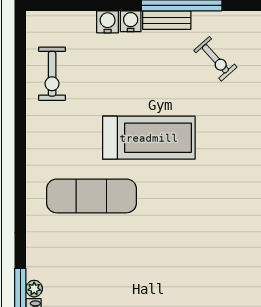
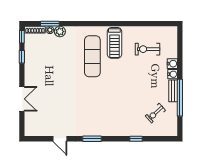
exercise bike: (52, 74) -> (148, 49), moved
treadmill: (149, 138) -> (114, 43), moved, width x0.73, depth x0.73
plant: (38, 267) -> (60, 32), added

